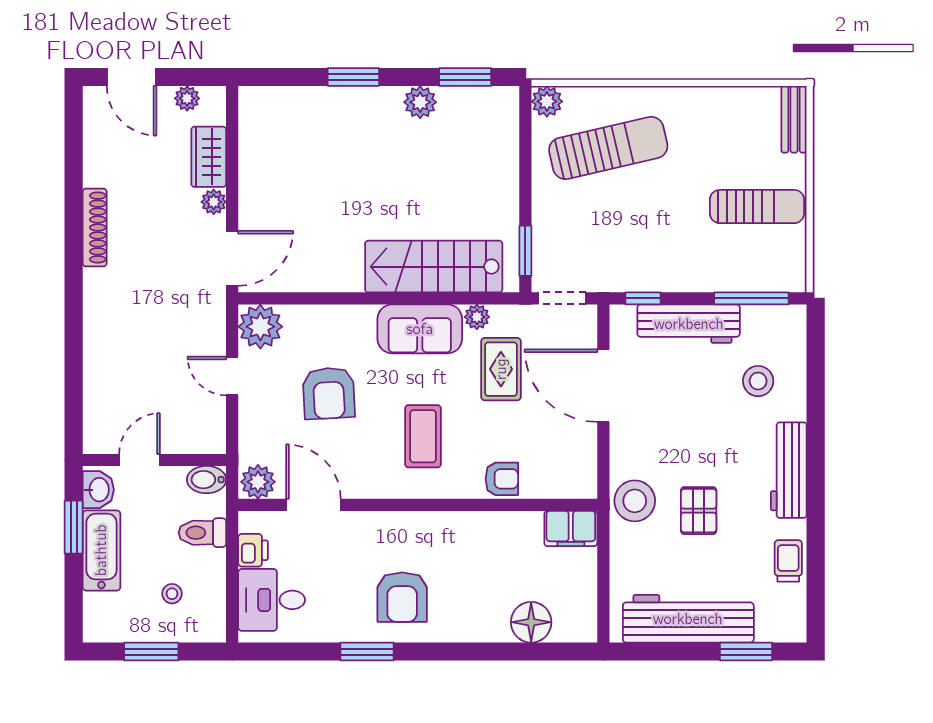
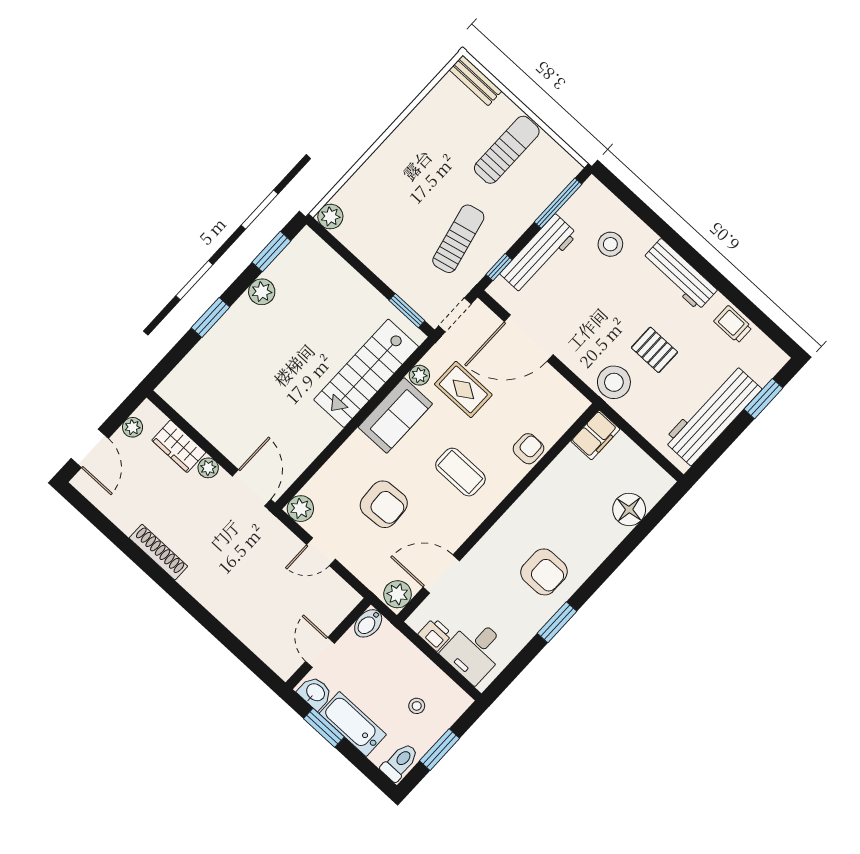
door: (132, 77) -> (90, 448), hinge flipped
sun lounger: (608, 148) -> (458, 239), moved, width x0.73, depth x0.75
plant: (260, 327) -> (300, 509), width x0.73, depth x0.73
toilet: (202, 533) -> (400, 762), moved, turned 180

